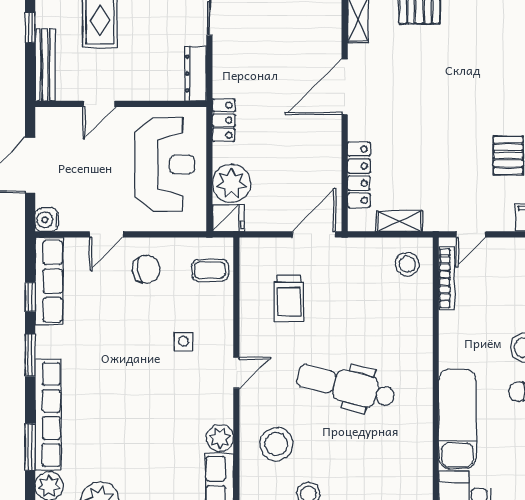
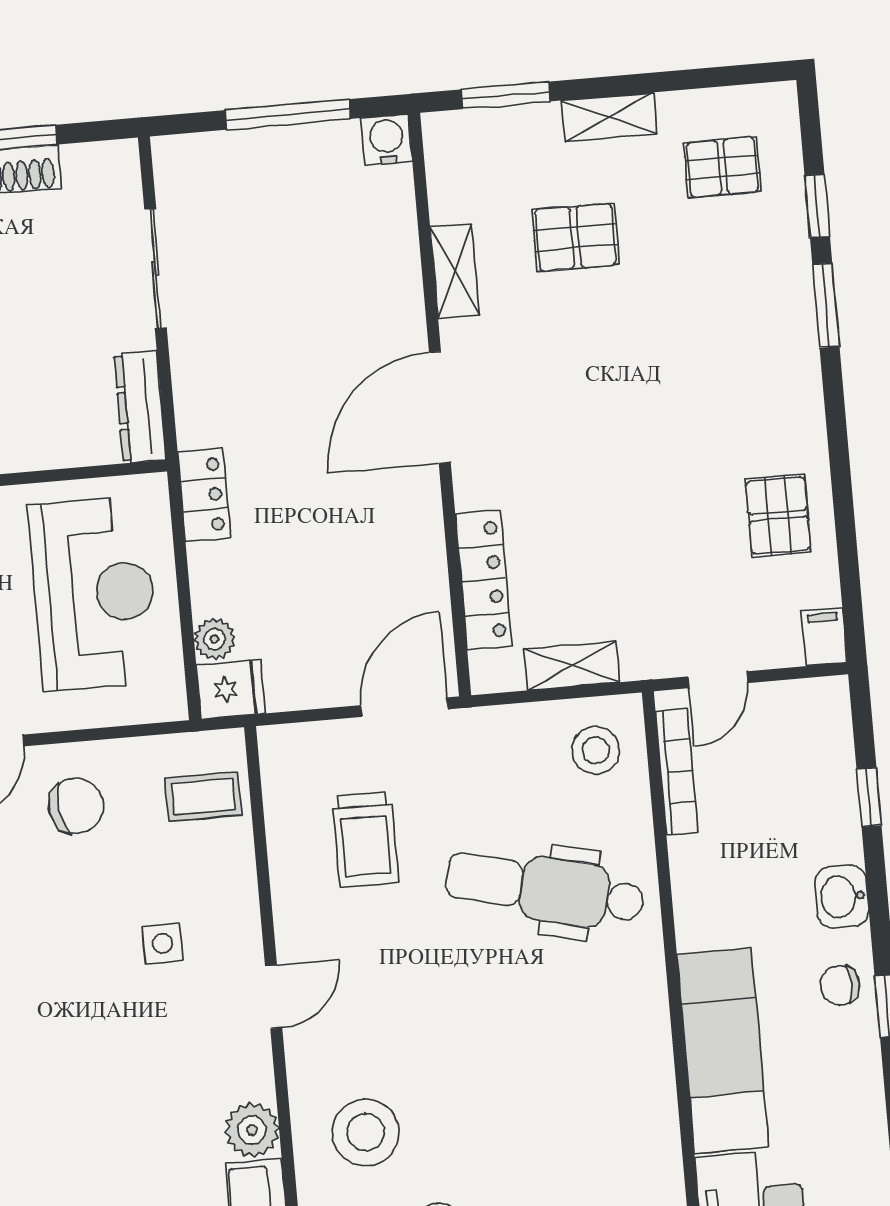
plant: (231, 183) -> (214, 639), width x0.53, depth x0.53
dental chair: (346, 386) -> (545, 889), moved

